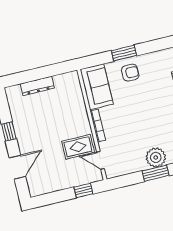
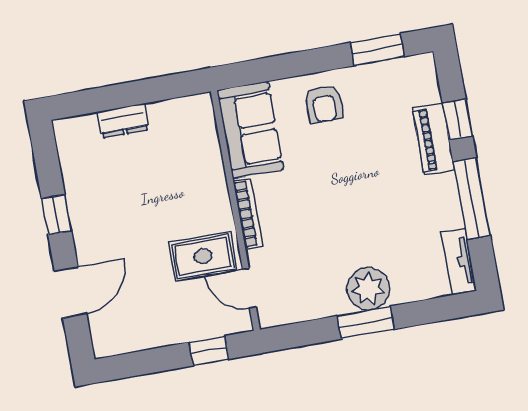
window: (124, 53) -> (377, 50), moved
armchair: (130, 73) -> (324, 104), turned 90
dresser: (37, 86) -> (123, 121), width x0.70

